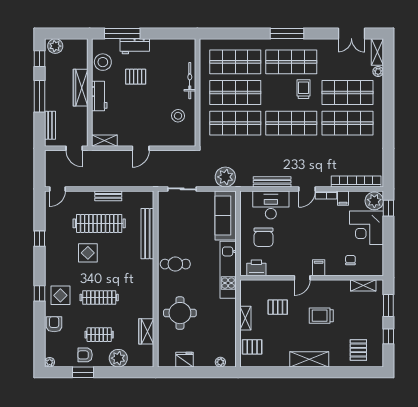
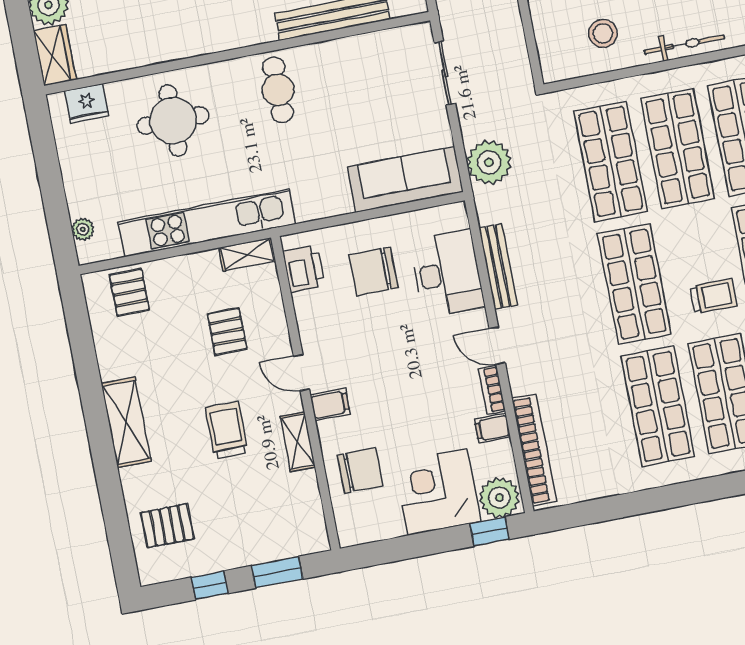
chair: (350, 260) -> (360, 471), width x1.87, depth x1.87
kitchen unit: (228, 270) -> (207, 223), moved, width x1.36
shelving: (363, 285) -> (298, 442), moved
shelving: (245, 318) -> (247, 254), moved
wardrobe: (146, 331) -> (55, 55), moved, turned 90
fridge: (184, 360) -> (87, 103), moved, turned 90

